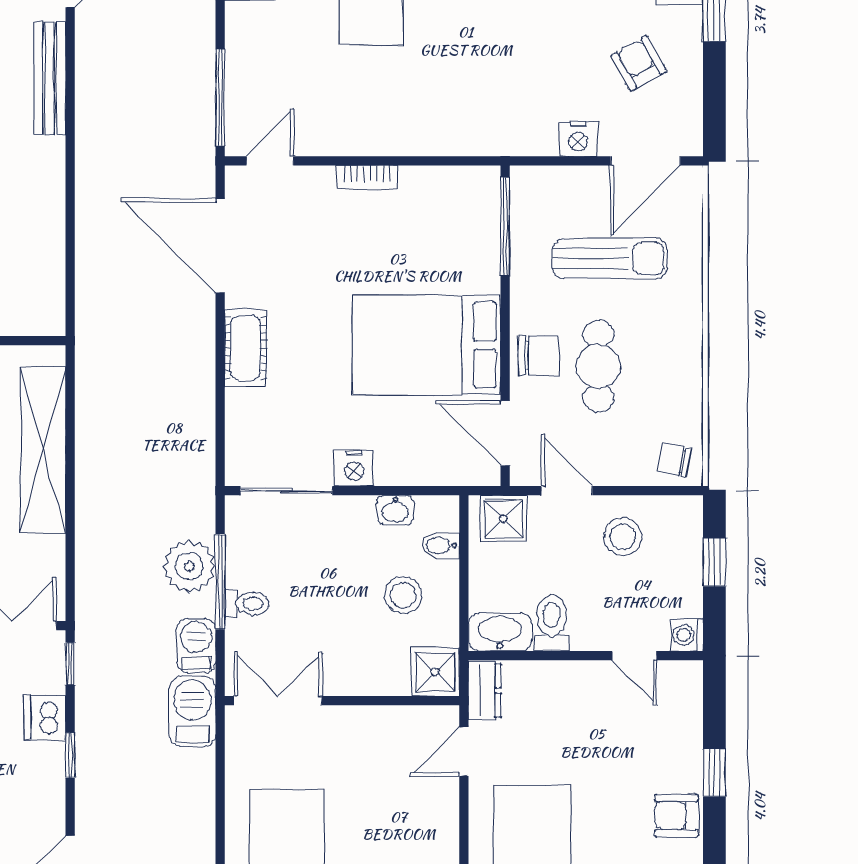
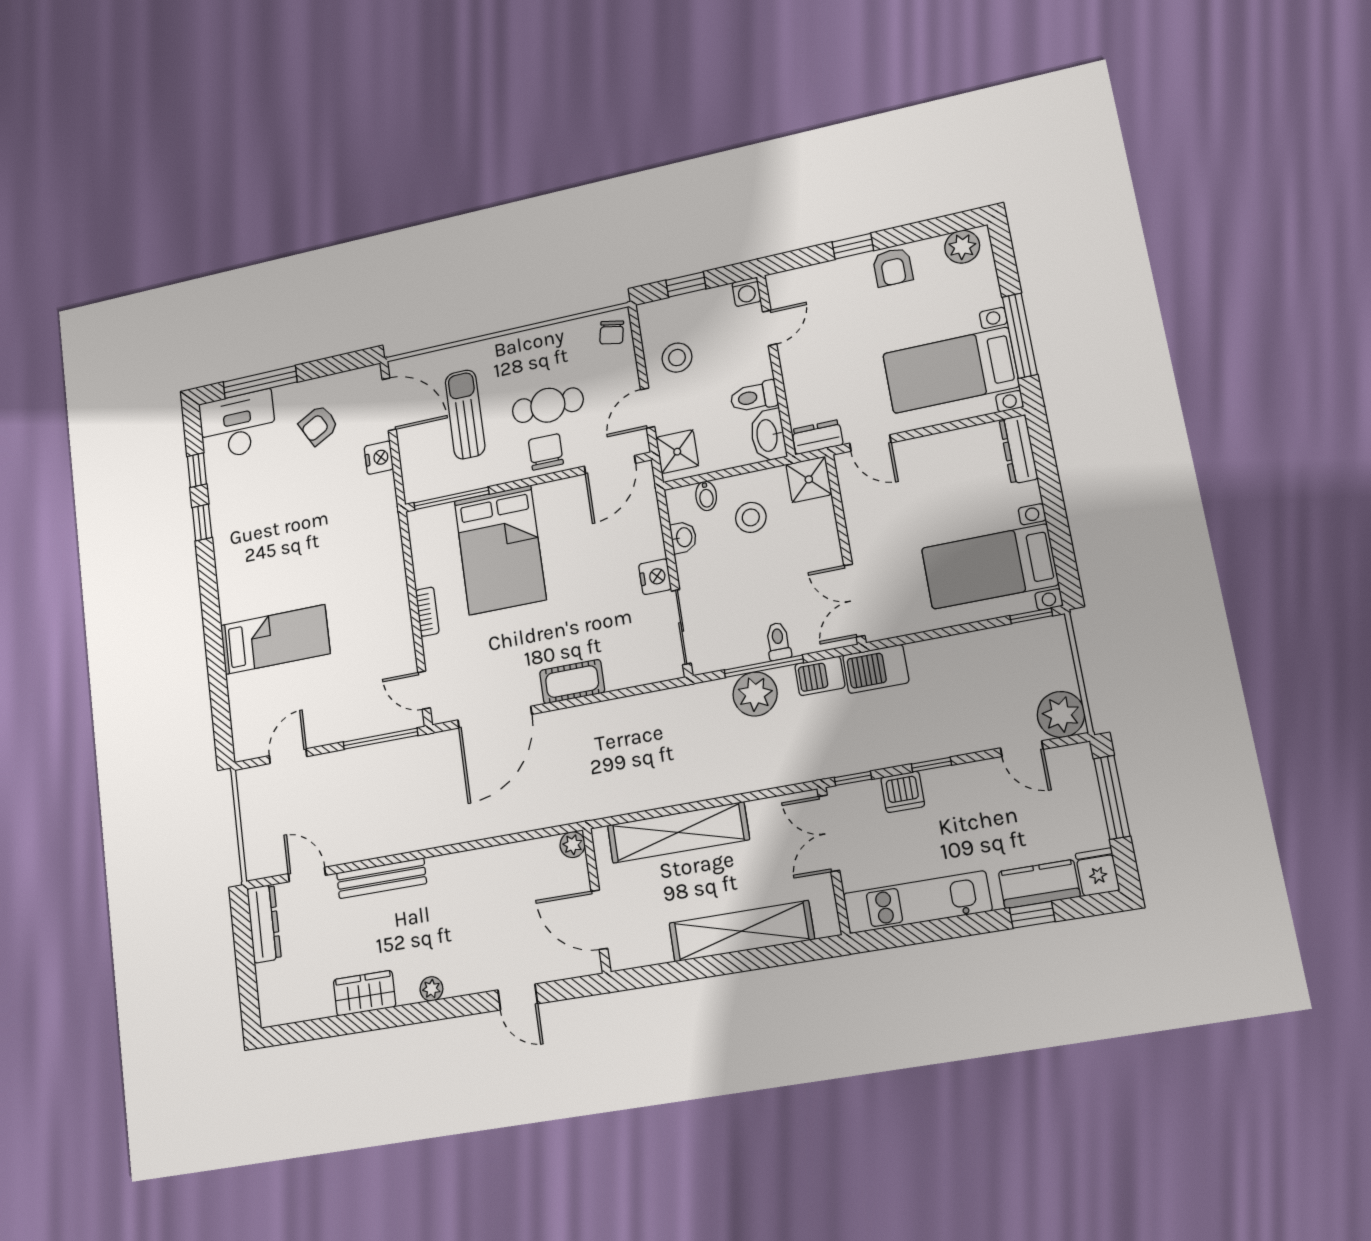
plant: (50, 321) -> (573, 845), added
bed: (426, 345) -> (500, 550), moved

